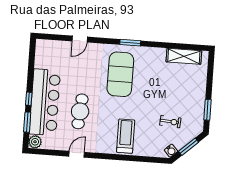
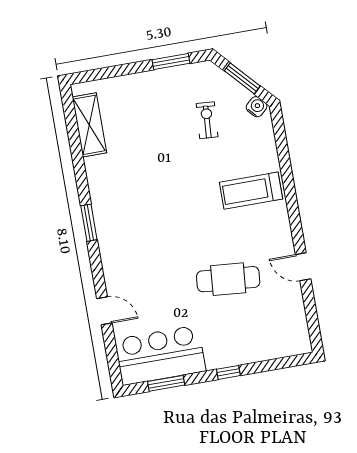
exercise mat: (120, 74) -> (147, 226), removed
bar counter: (45, 102) -> (160, 355), moved, width x0.73
window: (27, 122) -> (166, 383), moved
plant: (35, 142) -> (299, 343), removed

